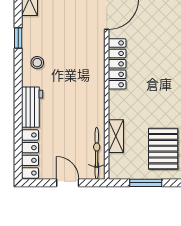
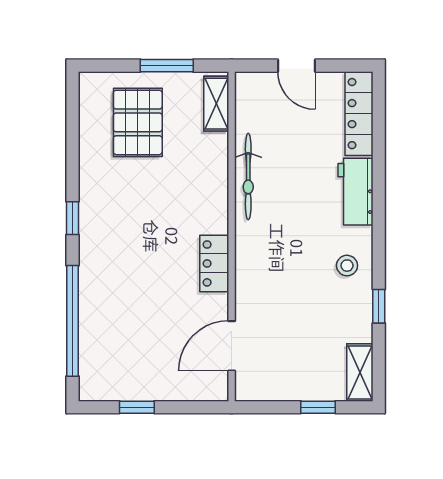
locker: (117, 64) -> (214, 263), width x0.66
shelving: (116, 136) -> (216, 104), moved
bicycle: (97, 153) -> (248, 177), moved

